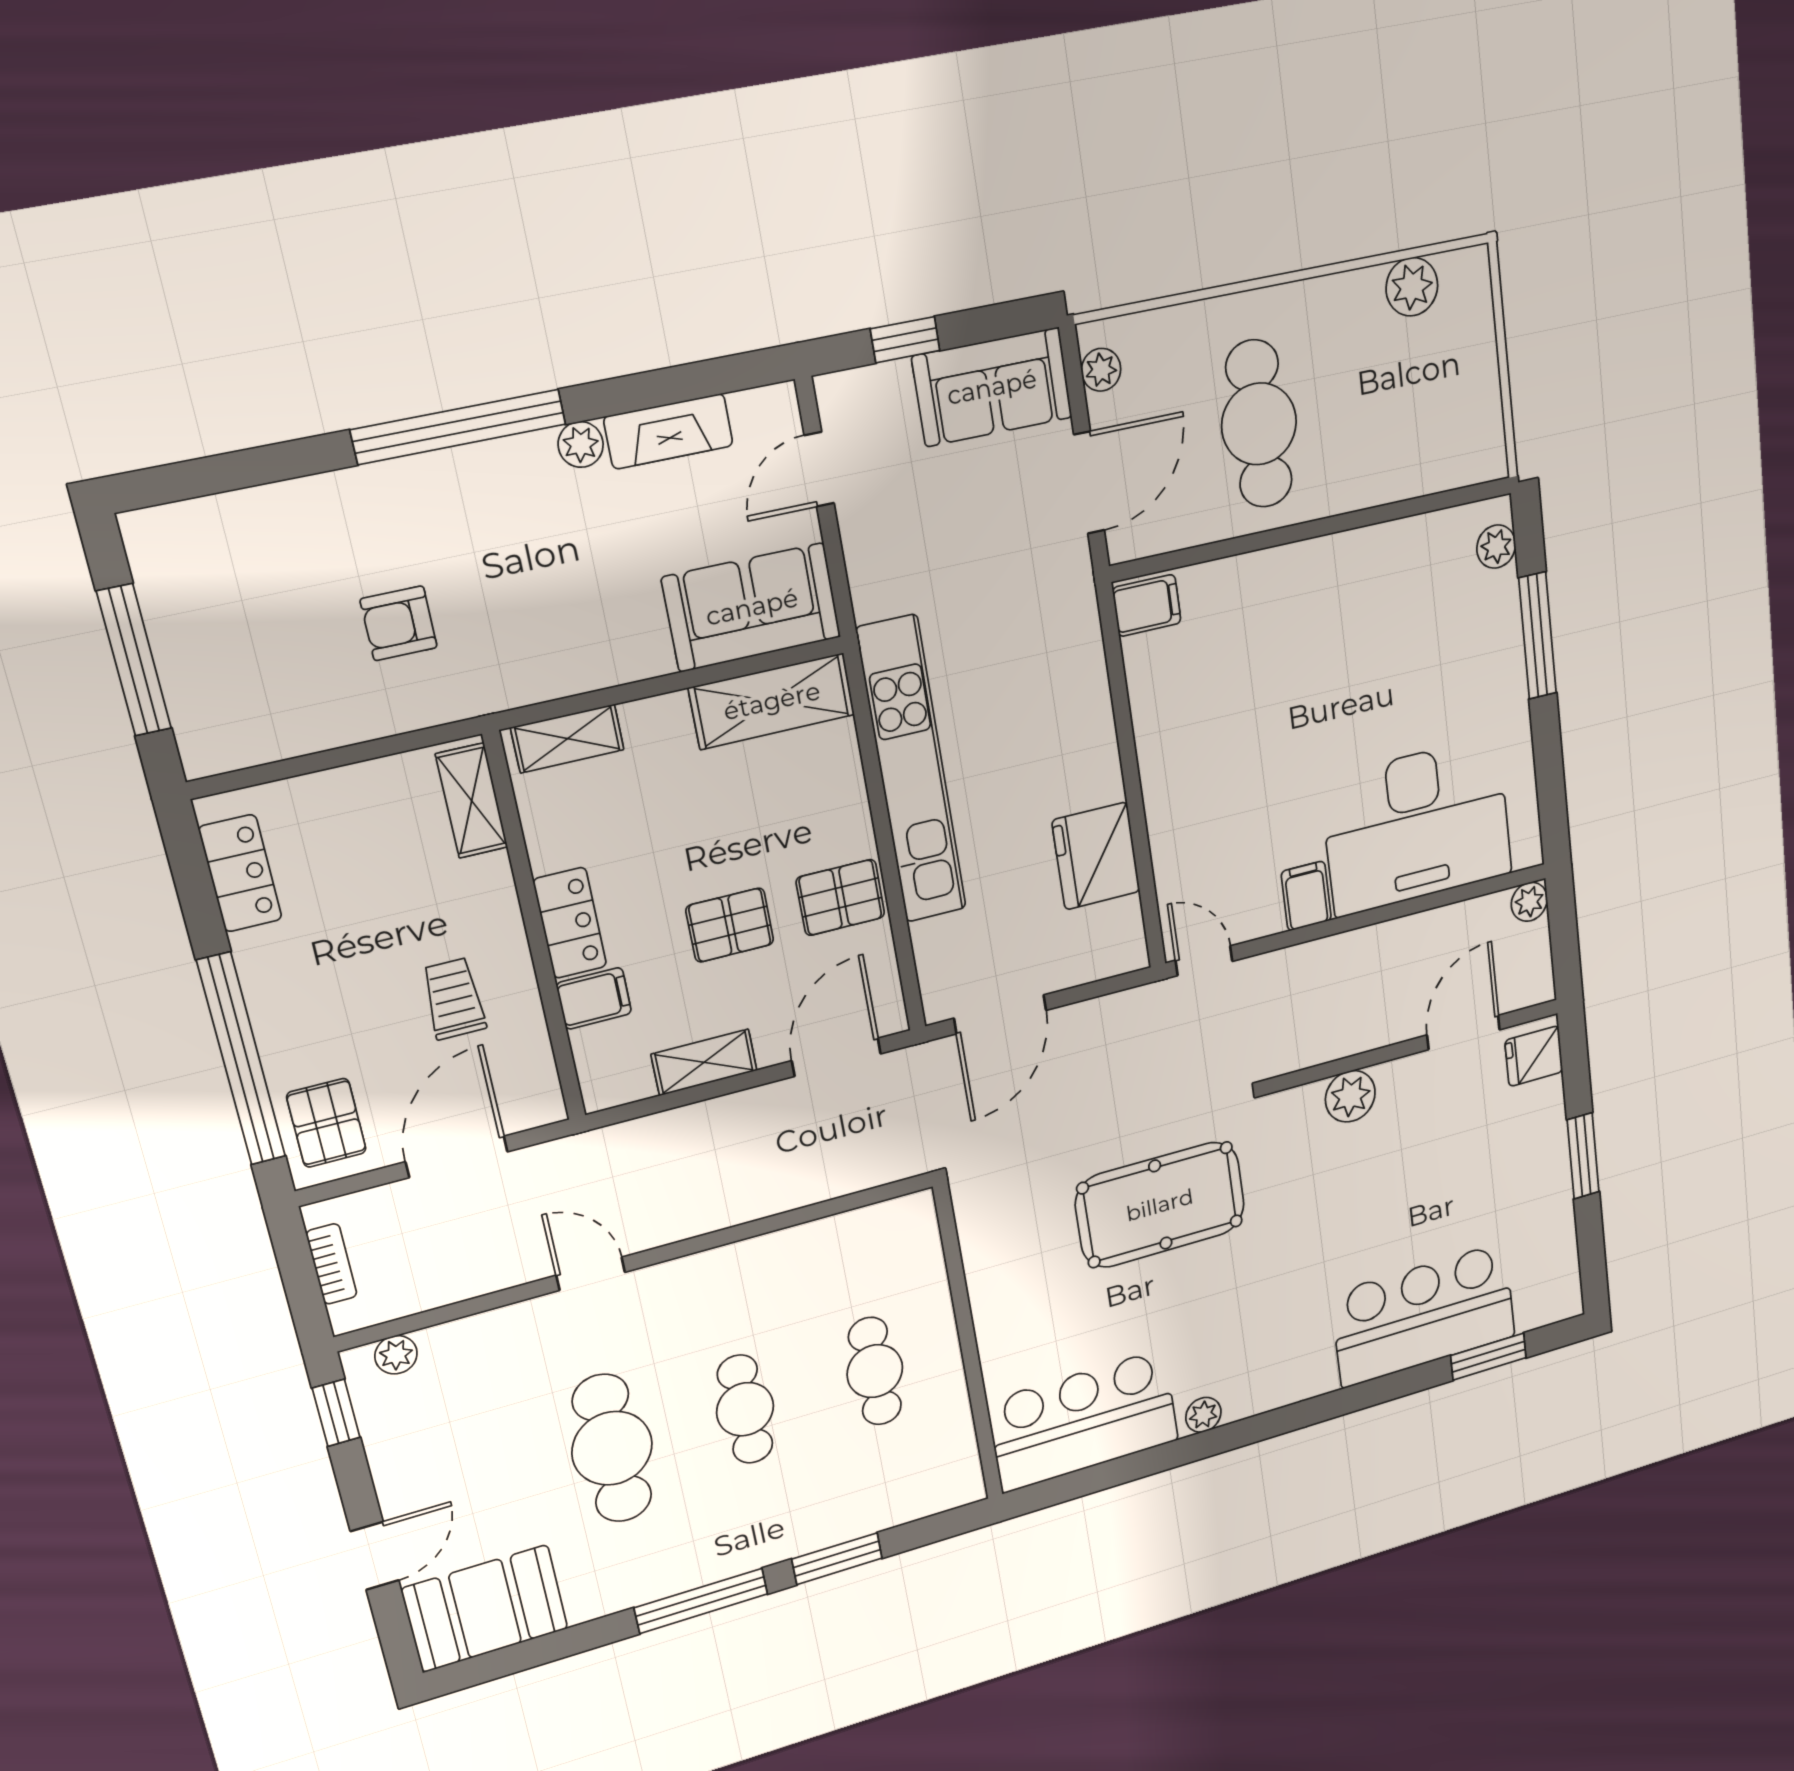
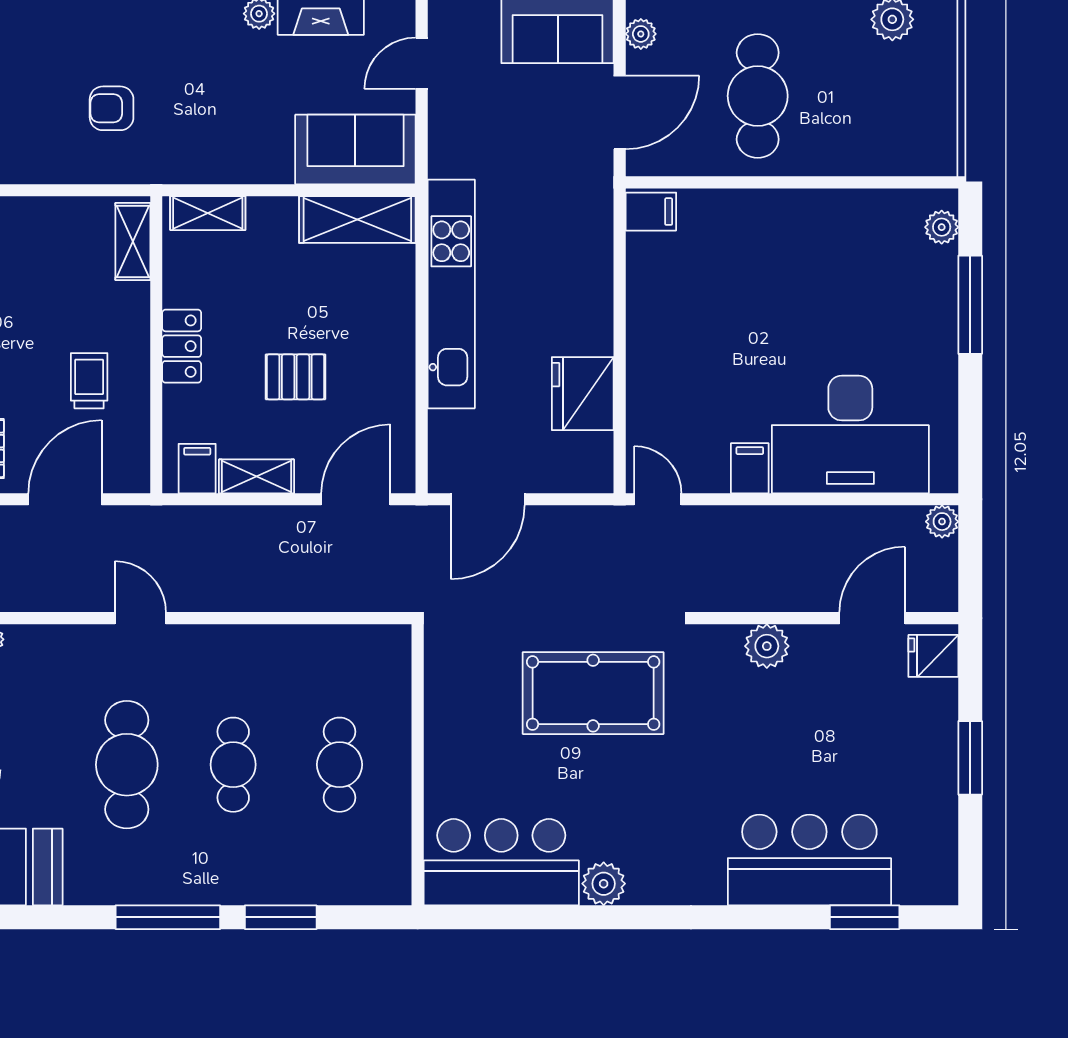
pallet: (840, 897) -> (381, 377), removed
filing cabinet: (594, 998) -> (197, 469), moved, turned -90
plant: (1203, 1415) -> (604, 884), width x1.38, depth x1.38

